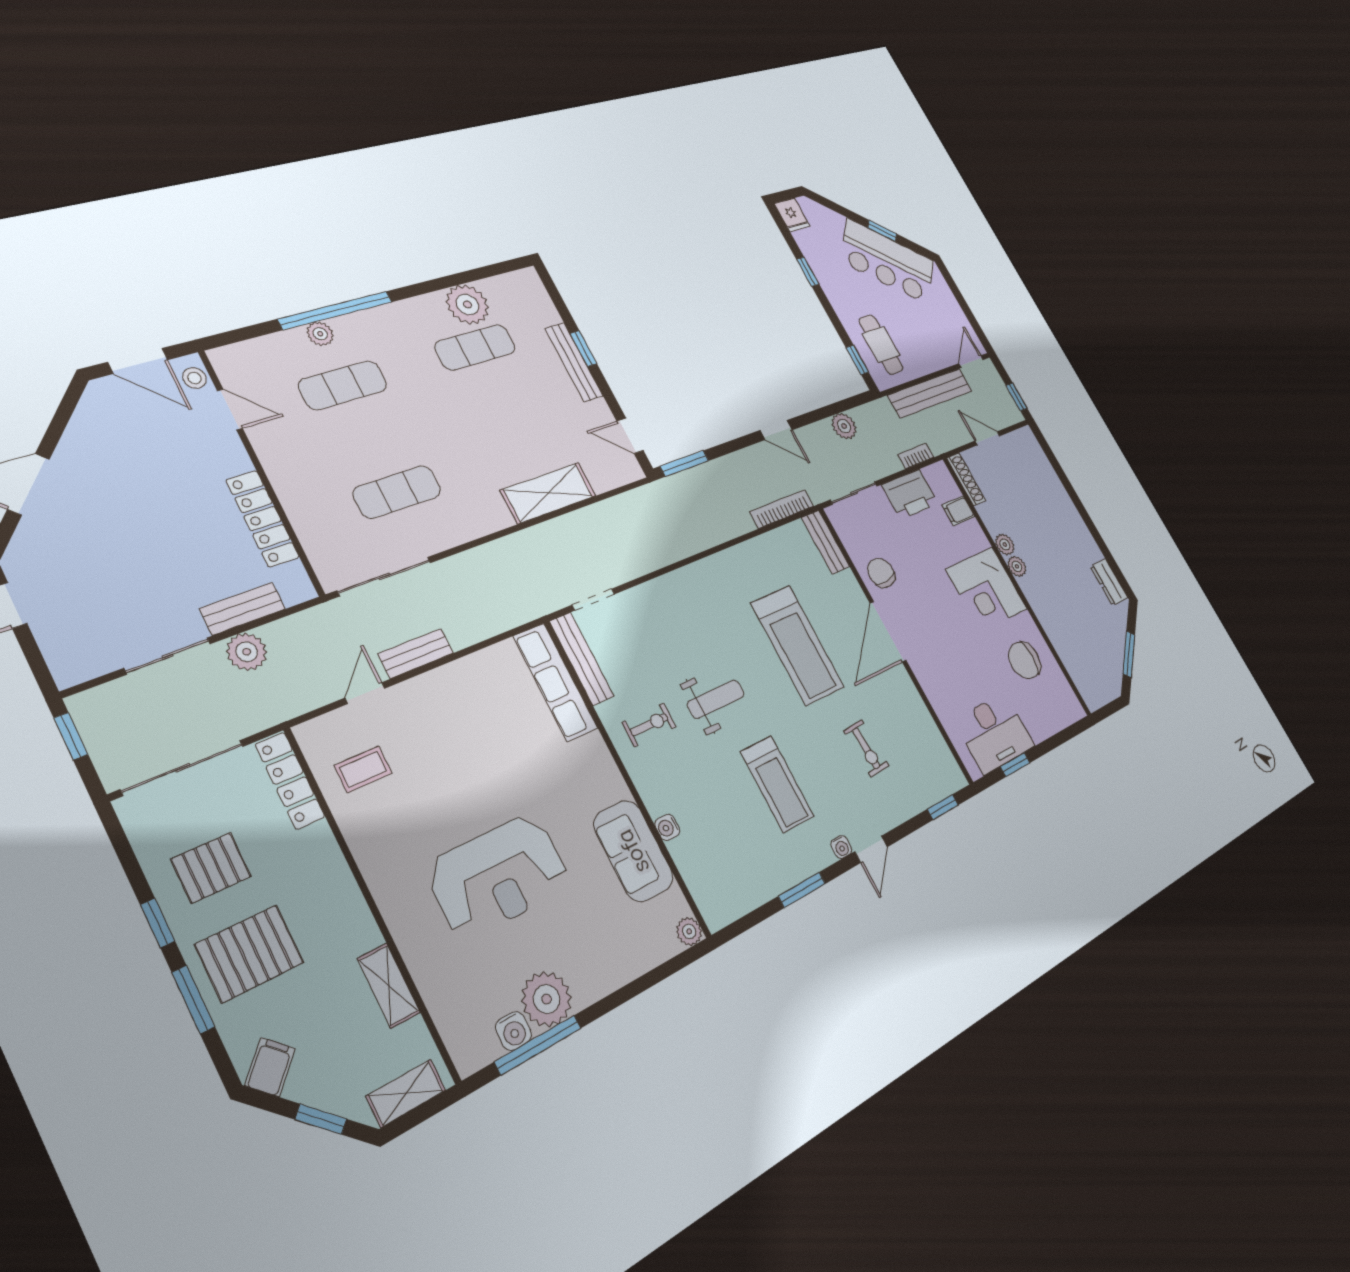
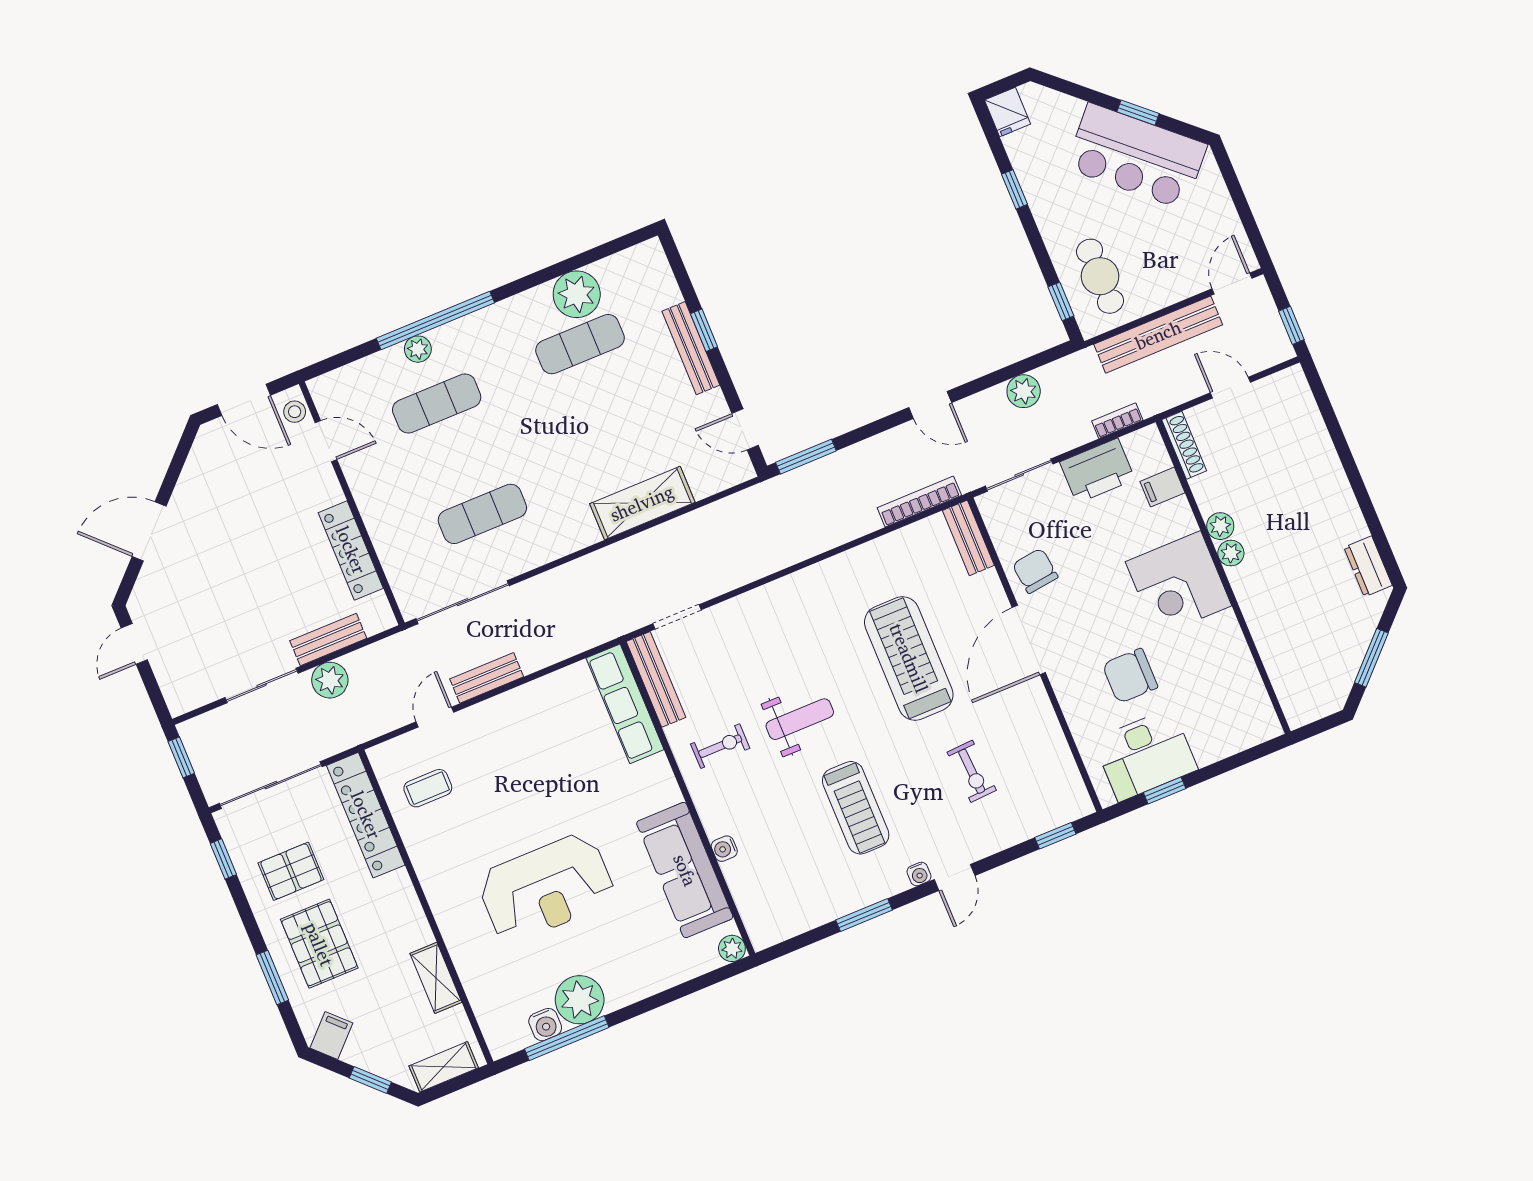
treadmill: (797, 645) -> (909, 658), turned 180
chair: (1024, 660) -> (1130, 676), moved
locker: (290, 781) -> (366, 815), width x1.41, depth x1.21
sofa: (633, 851) -> (685, 870), width x1.36
window: (158, 923) -> (223, 859), moved
pallet: (249, 953) -> (319, 944), turned 90

